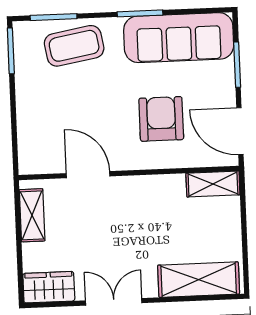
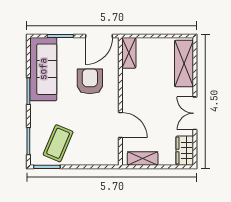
coffee table: (74, 46) -> (58, 143), moved, turned 33
armchair: (161, 119) -> (90, 81), turned 90
door: (88, 175) -> (120, 125), swing flipped

